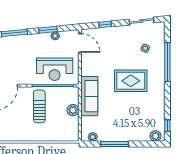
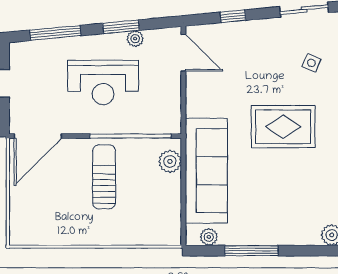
reception desk: (55, 69) -> (103, 82), moved
sofa: (89, 96) -> (206, 171), width x1.36, depth x1.27
plant: (73, 110) -> (170, 161), moved

